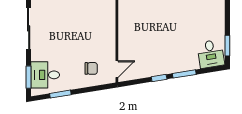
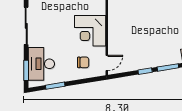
corner desk: (99, 34) -> (90, 31), added
desk: (45, 75) -> (41, 64), width x1.37

